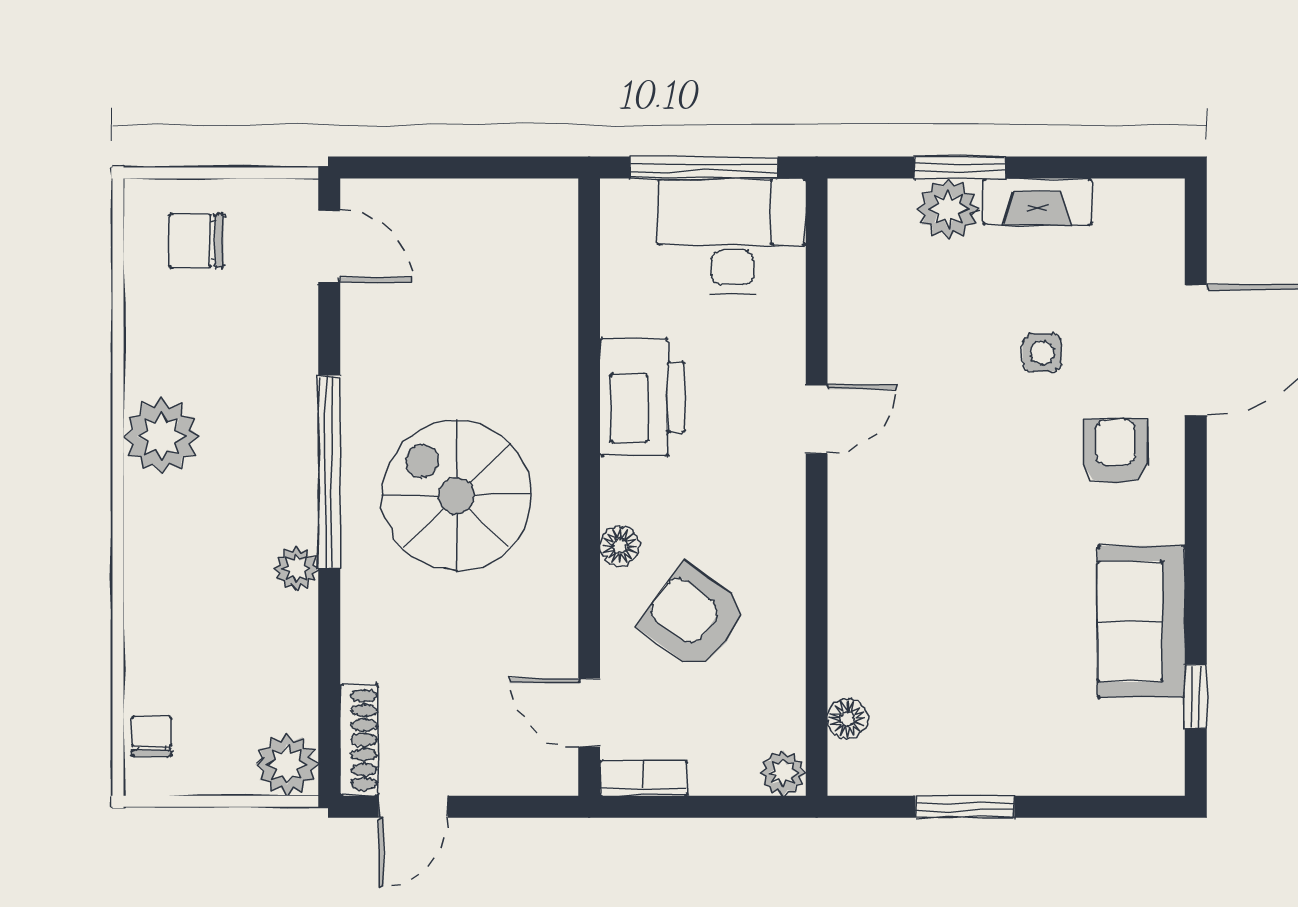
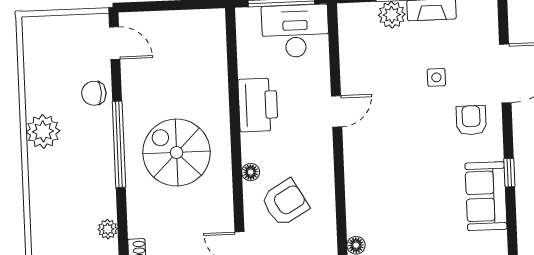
chair: (197, 241) -> (94, 93), moved
plant: (296, 568) -> (108, 229), moved
armchair: (693, 617) -> (285, 203), turned 114
window: (1196, 696) -> (509, 173), moved

